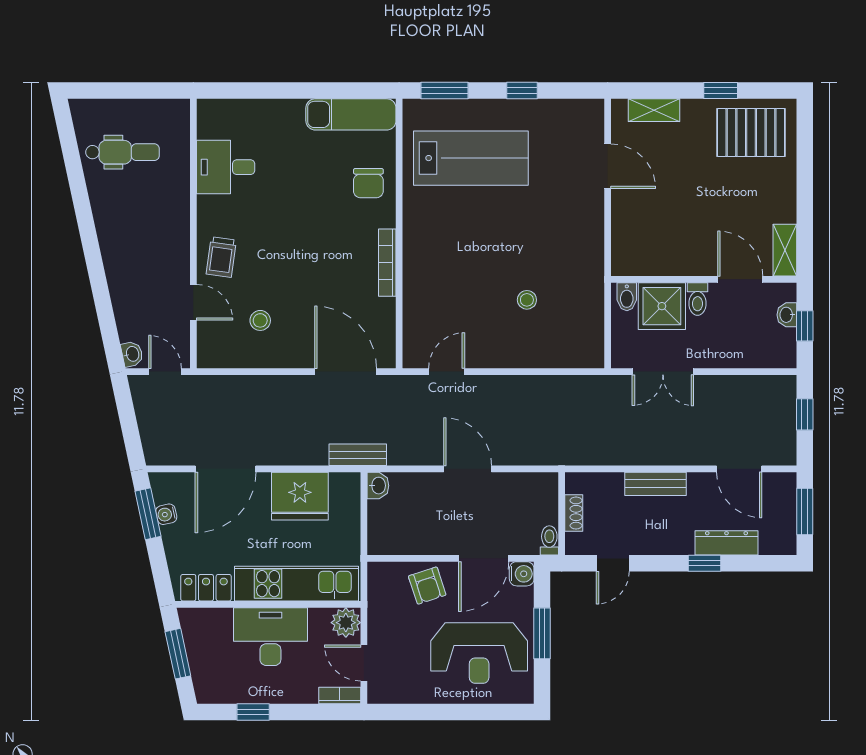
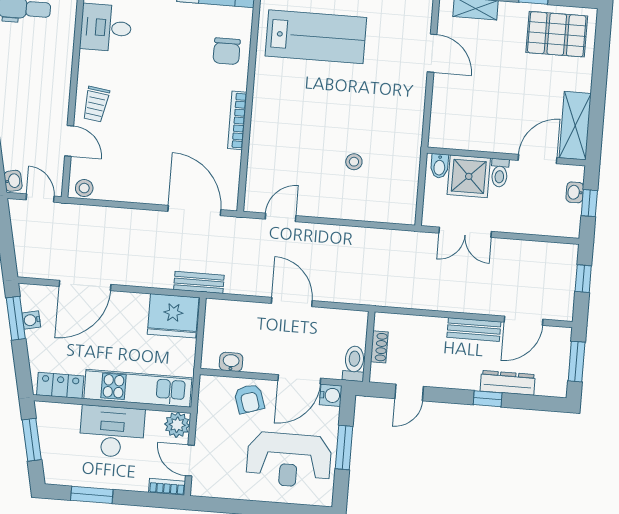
shelving: (785, 250) -> (575, 126), width x1.50, depth x1.33
door: (740, 279) -> (537, 159), hinge flipped
stool: (260, 320) -> (84, 188), moved
door: (739, 469) -> (524, 321), hinge flipped
bench: (655, 484) -> (474, 330), moved
washbasin: (378, 486) -> (231, 362), moved, turned -90
fridge: (300, 496) -> (173, 316), moved
toilet: (549, 540) -> (354, 364), width x1.37, depth x1.39
window: (253, 712) -> (92, 495), width x1.50

